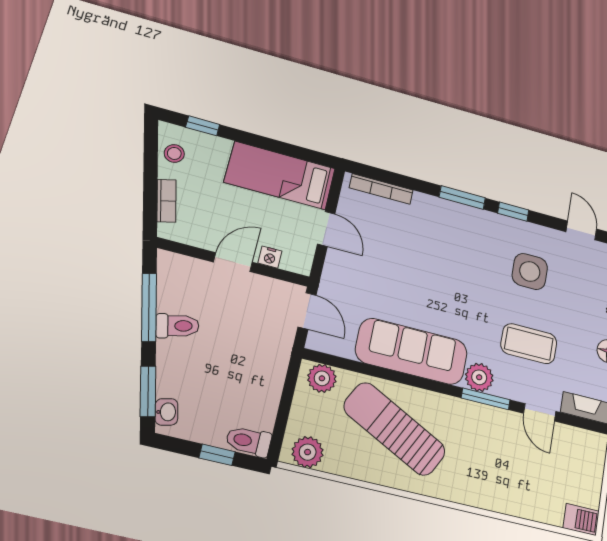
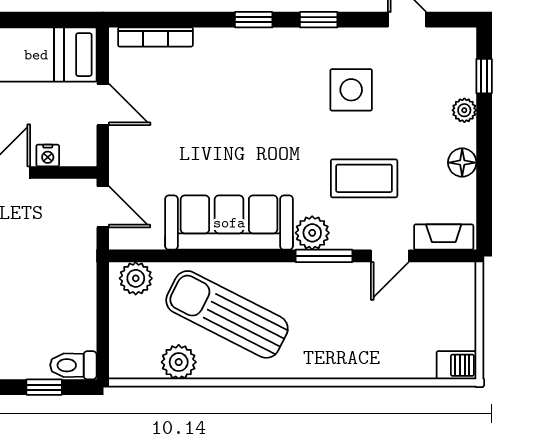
window: (462, 198) -> (254, 20), width x0.67
door: (540, 412) -> (390, 256), hinge flipped
plant: (308, 452) -> (179, 362), moved

